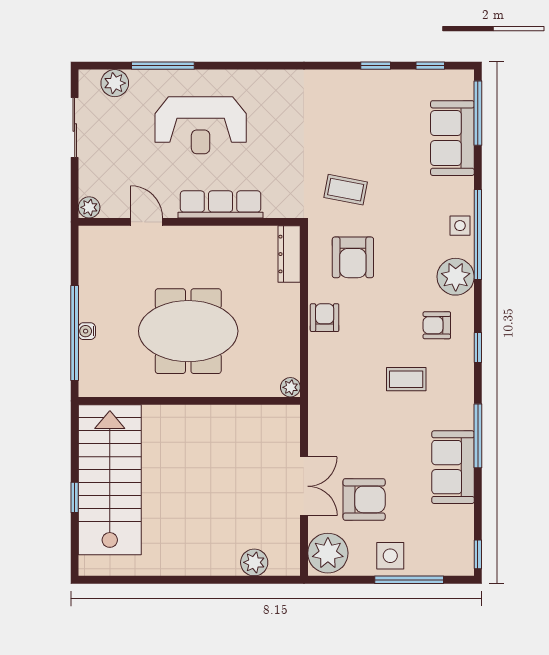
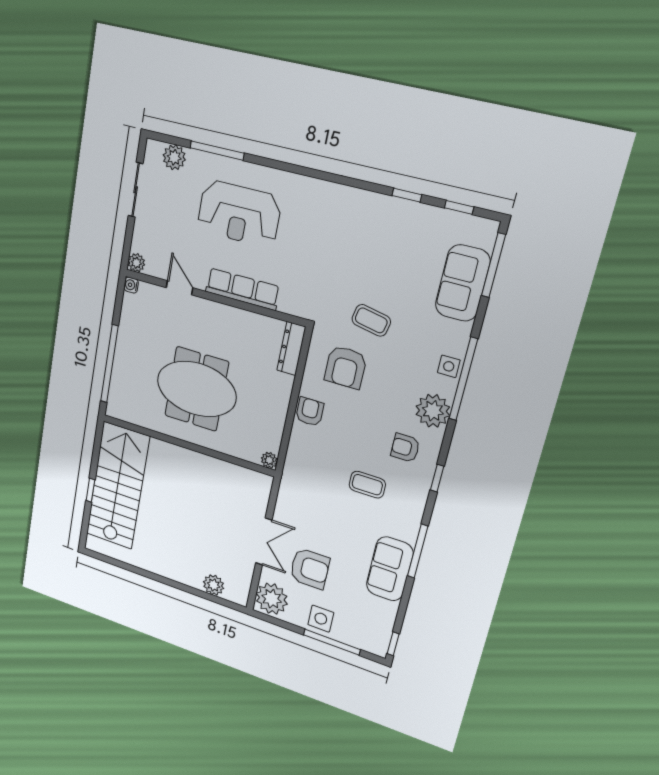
coffee table: (346, 190) -> (371, 320), moved
water cooler: (87, 331) -> (131, 285), moved

